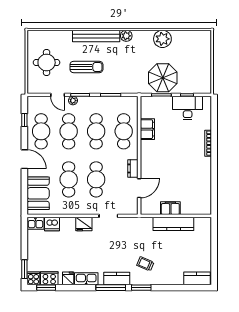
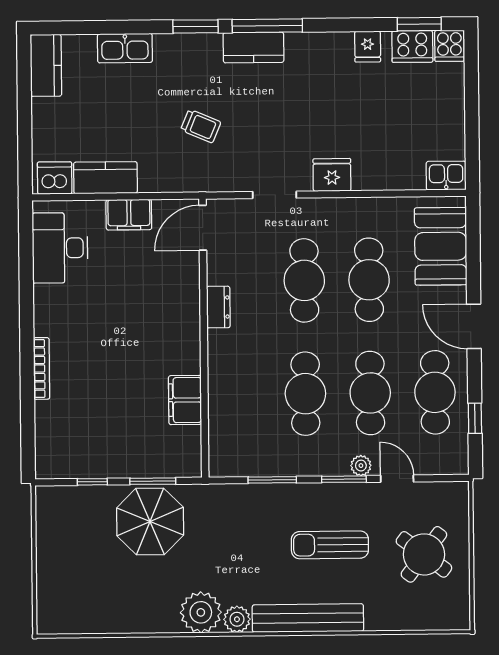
plant: (162, 39) -> (201, 612), moved
round table: (47, 63) -> (424, 554), turned 37
desk: (188, 108) -> (60, 248), moved, turned 90
cafe table: (124, 131) -> (241, 394), removed
door: (139, 188) -> (203, 228), moved
dishwasher: (52, 224) -> (55, 178), moved
kitchen counter: (173, 224) -> (105, 178), width x0.67
trolley: (145, 264) -> (201, 126), moved
window: (24, 269) -> (471, 67), removed
kitchen counter: (197, 278) -> (46, 65), moved, turned -90
kitchen sink: (86, 279) -> (125, 48), moved

